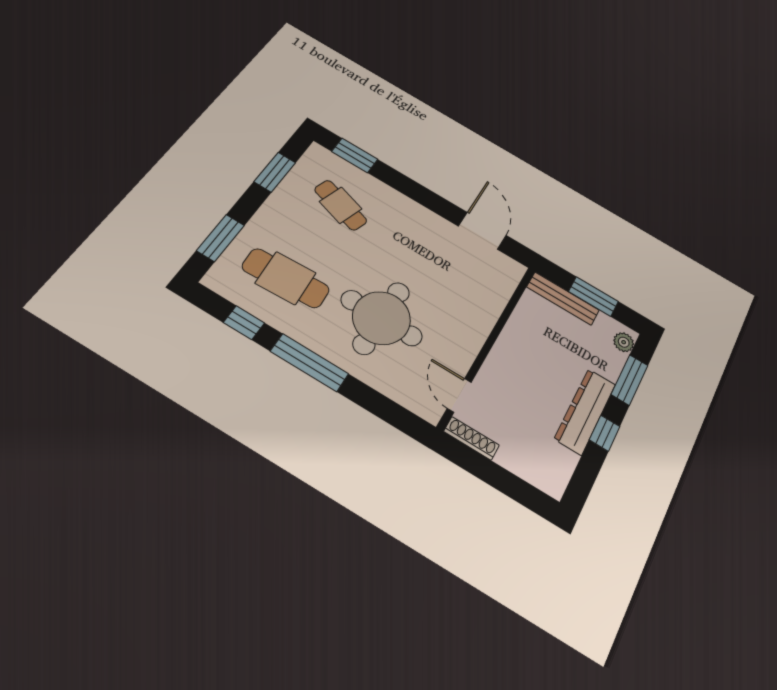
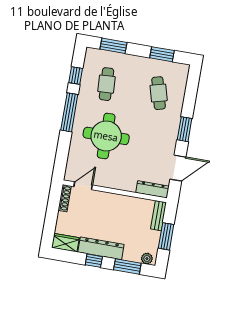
window: (355, 155) -> (185, 129), moved
cafe table: (341, 205) -> (159, 93), turned -33
cafe table: (286, 278) -> (106, 84), width x0.73, depth x0.74
dresser: (505, 284) -> (152, 189), added
bench: (563, 298) -> (158, 216), width x0.73
wardrobe: (557, 472) -> (65, 243), added

